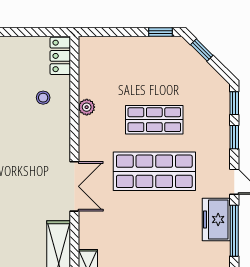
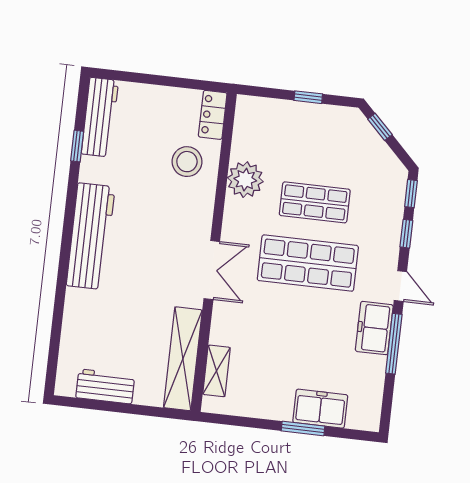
window: (160, 32) -> (308, 97), moved
stool: (43, 98) -> (187, 162), width x1.89, depth x1.89
plant: (87, 107) -> (245, 180), width x1.88, depth x1.88

